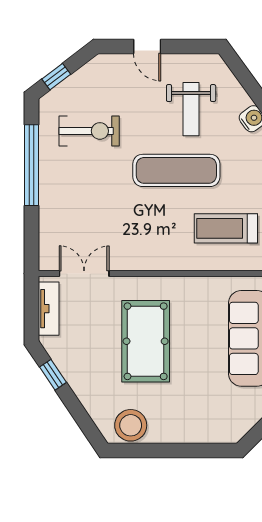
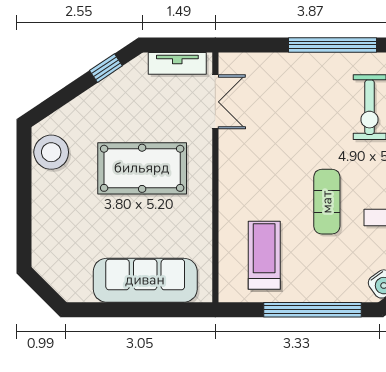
exercise mat: (176, 170) -> (327, 202), width x0.73, depth x0.69

